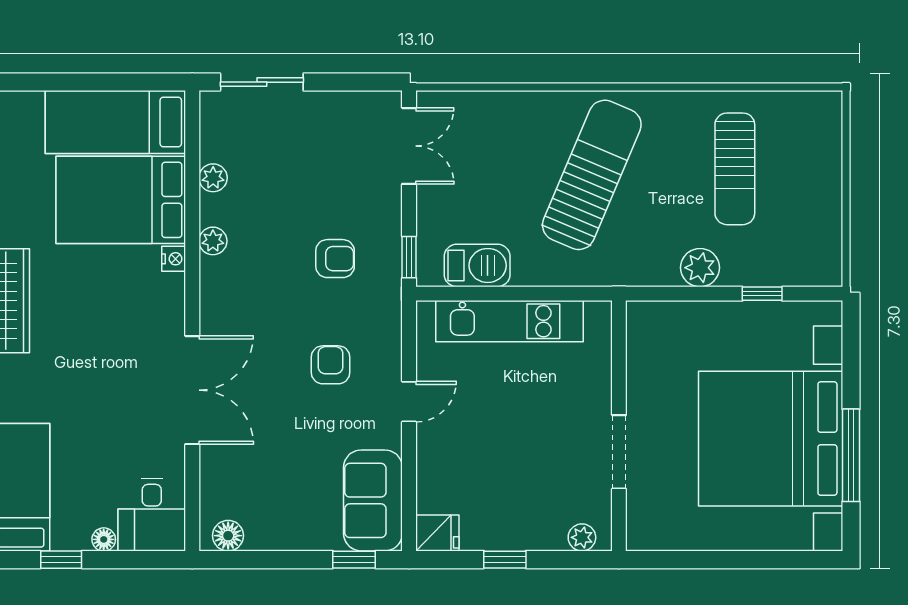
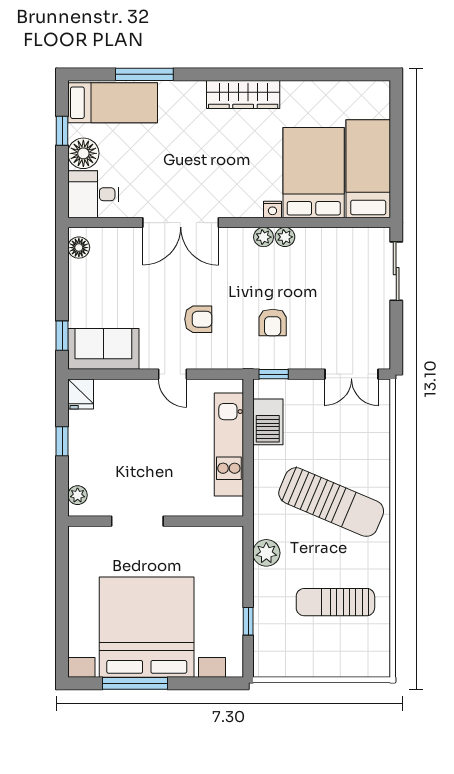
plant: (213, 178) -> (264, 237), moved
plant: (700, 268) -> (266, 553), moved
floor lamp: (104, 539) -> (83, 153), width x1.89, depth x1.89

